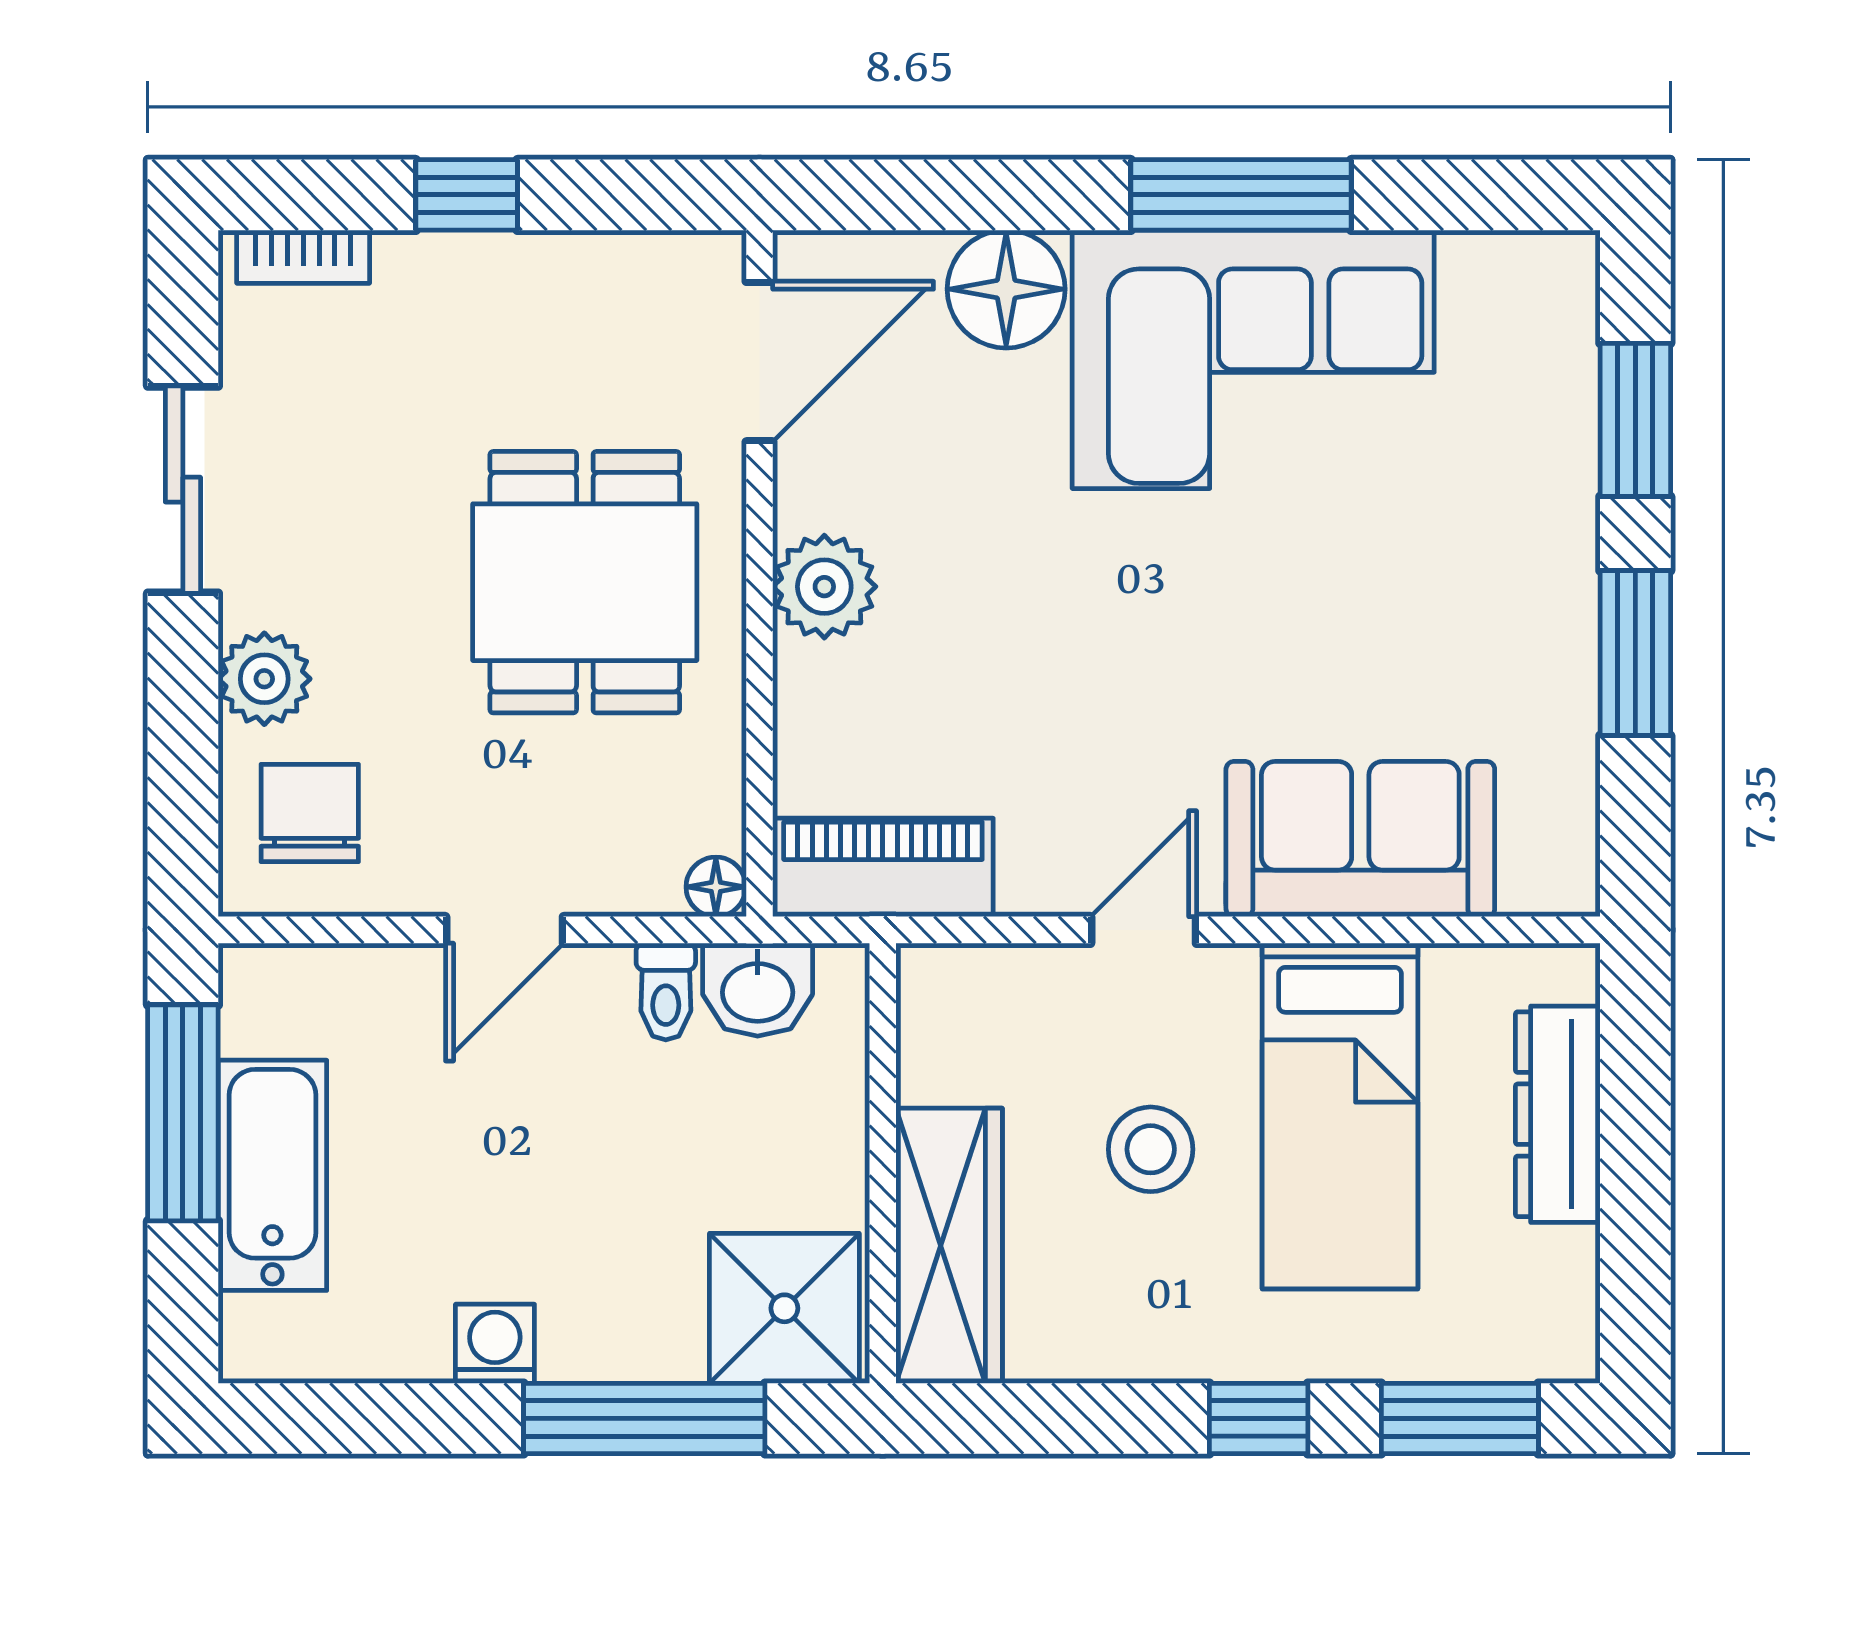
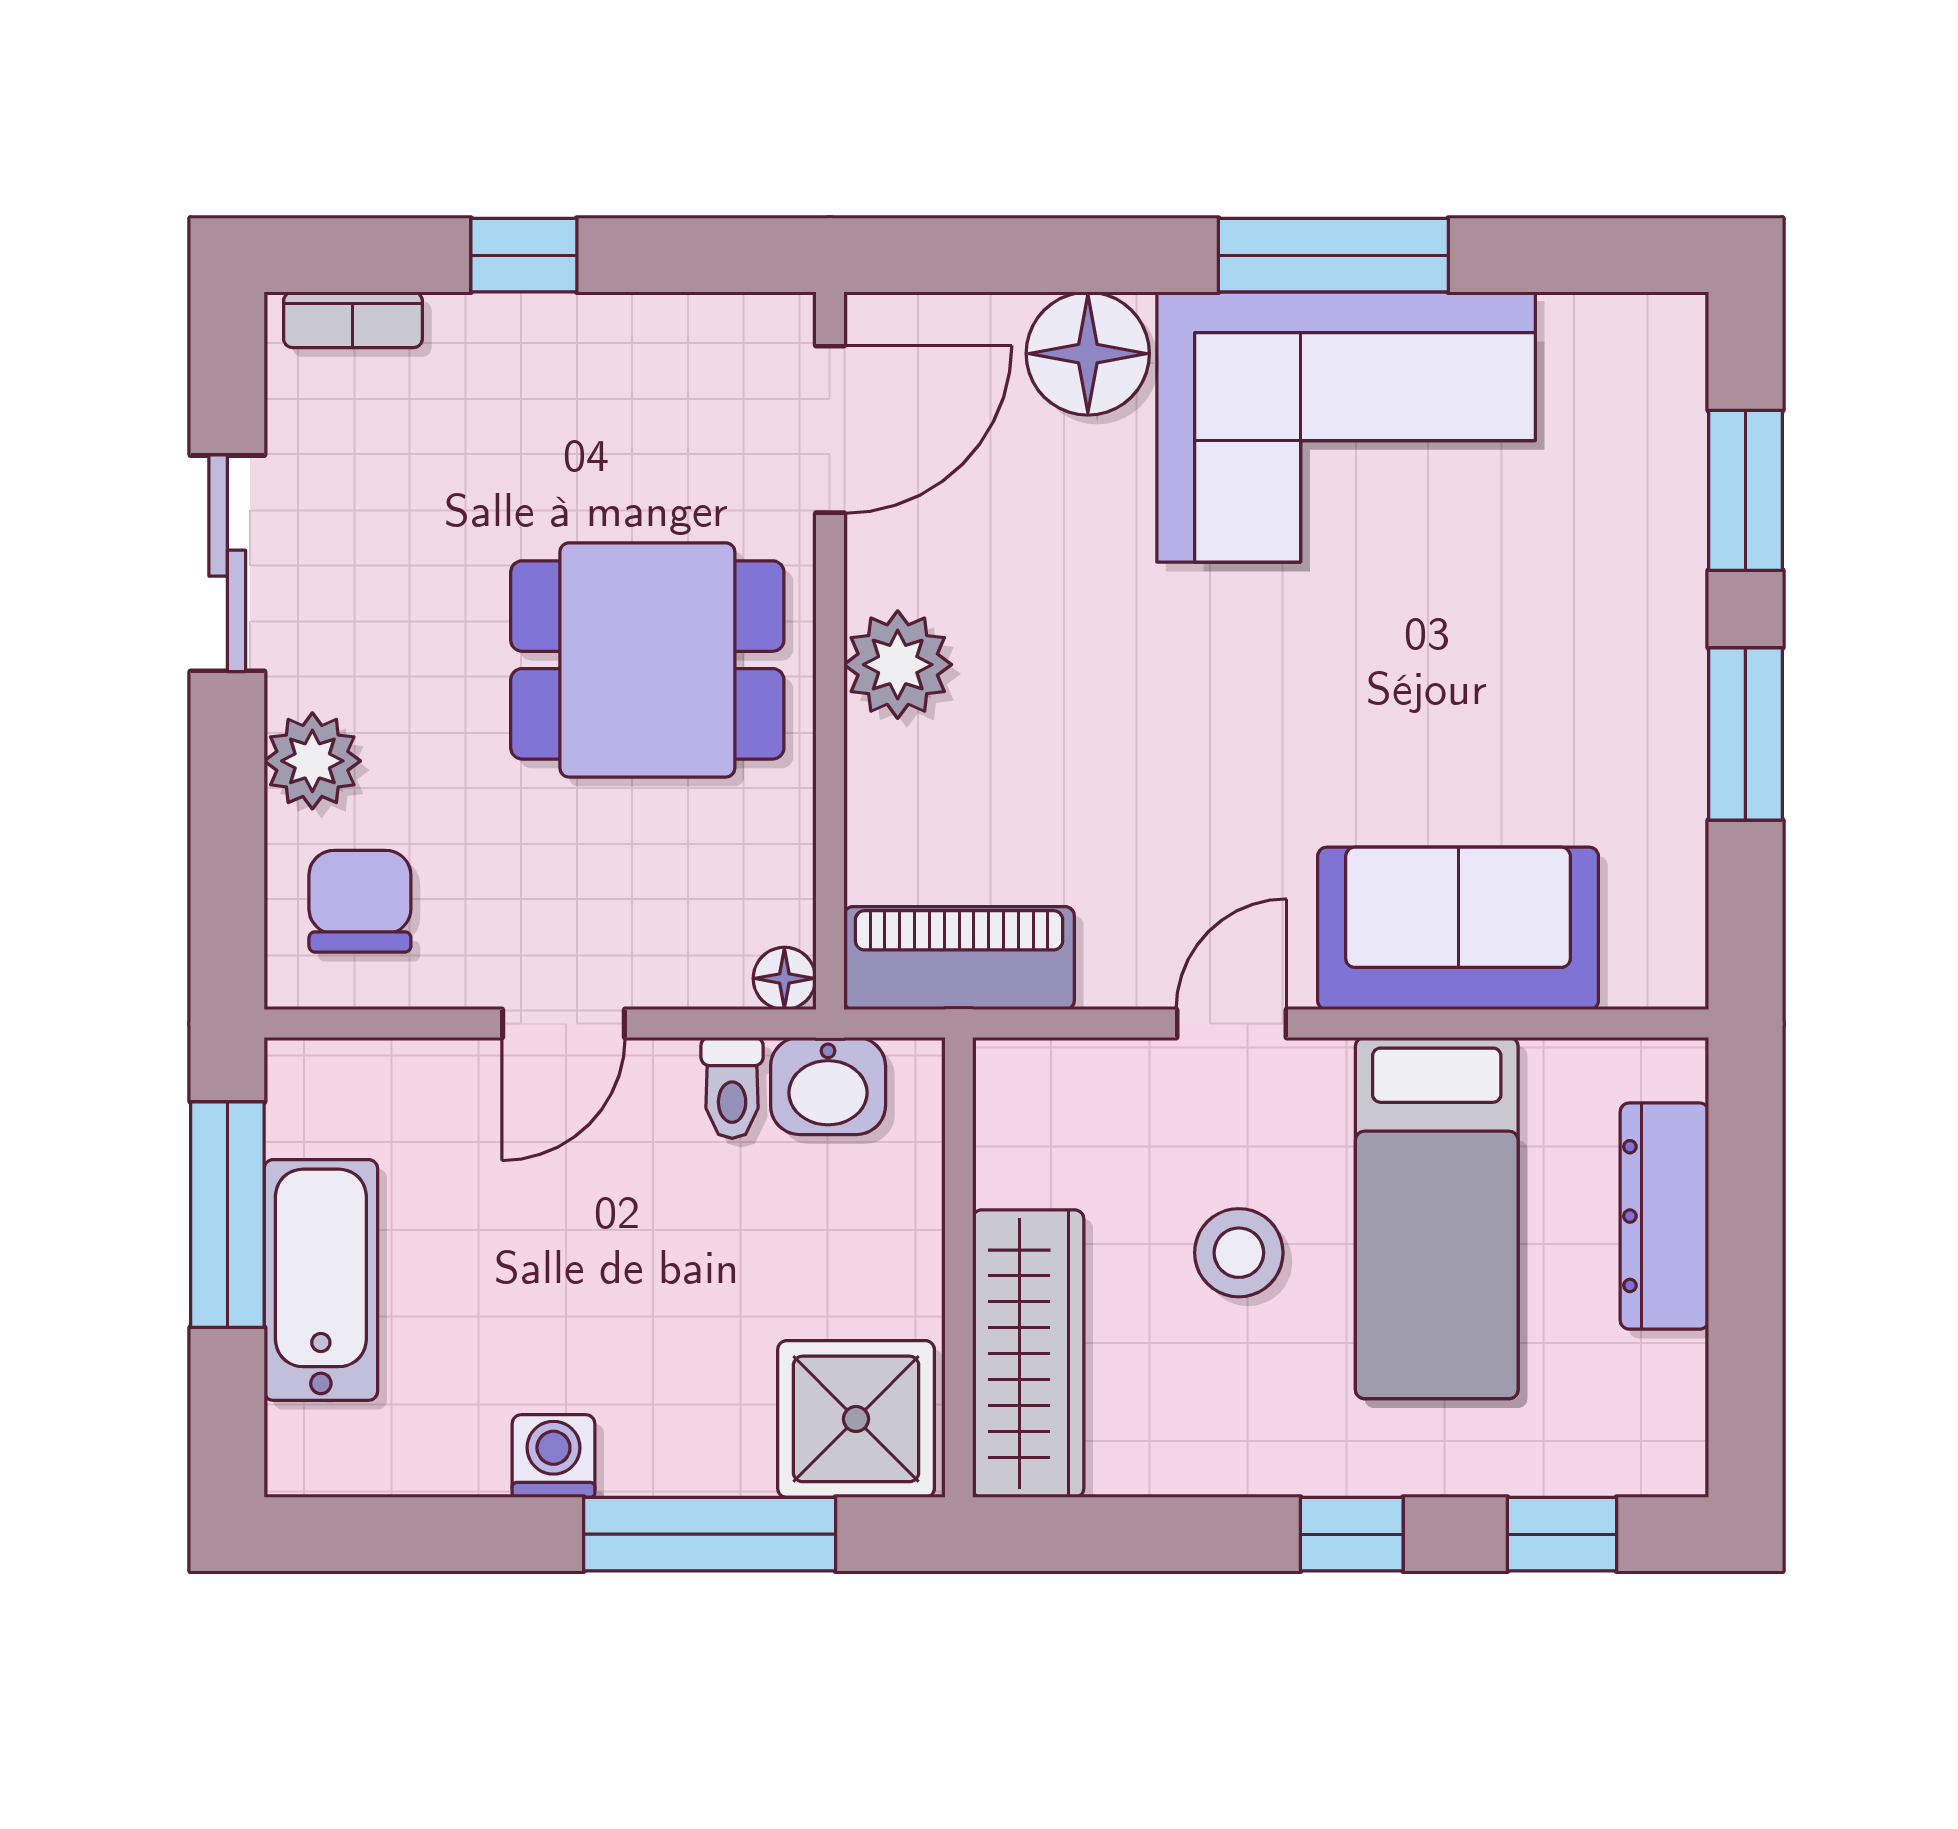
dining table: (585, 582) -> (647, 660), turned 90
window: (1460, 1418) -> (1562, 1534), width x0.67

